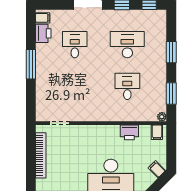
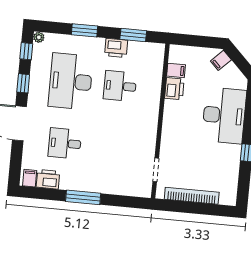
desk: (127, 45) -> (71, 81), width x1.36, depth x1.30
printer: (159, 80) -> (116, 48), added
plant: (162, 117) -> (39, 37), moved
filing cabinet: (157, 132) -> (176, 70), moved

